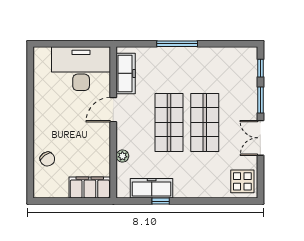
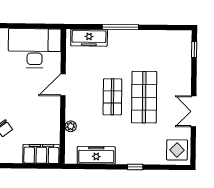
freezer: (126, 73) -> (89, 38), moved, turned 90
window: (260, 100) -> (194, 78), removed
shop shelf: (169, 122) -> (112, 97), width x0.70, depth x0.74
window: (161, 201) -> (135, 167), moved

